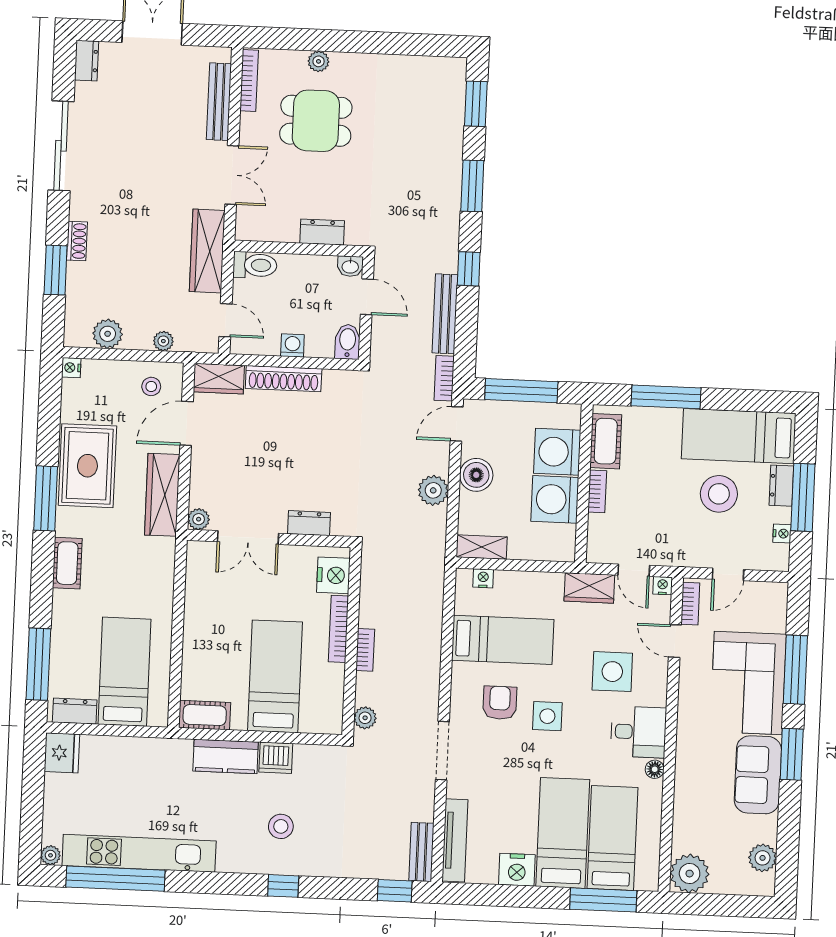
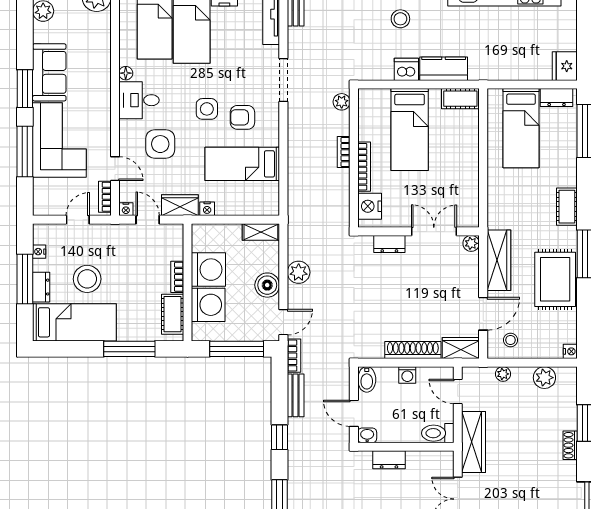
bench: (445, 314) -> (296, 395), width x0.73
nightstand: (483, 578) -> (207, 209), moved
armchair: (500, 703) -> (242, 117), turned 90

